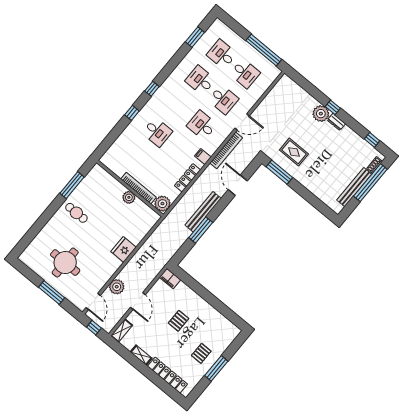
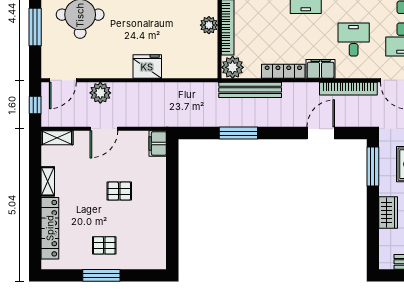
filing cabinet: (203, 157) -> (321, 69), width x2.00
wardrobe: (311, 185) -> (388, 212), added
bench: (203, 212) -> (250, 90), moved

